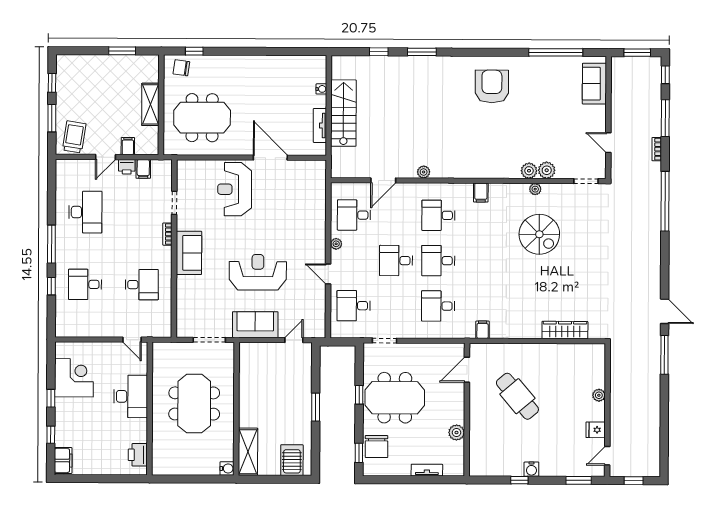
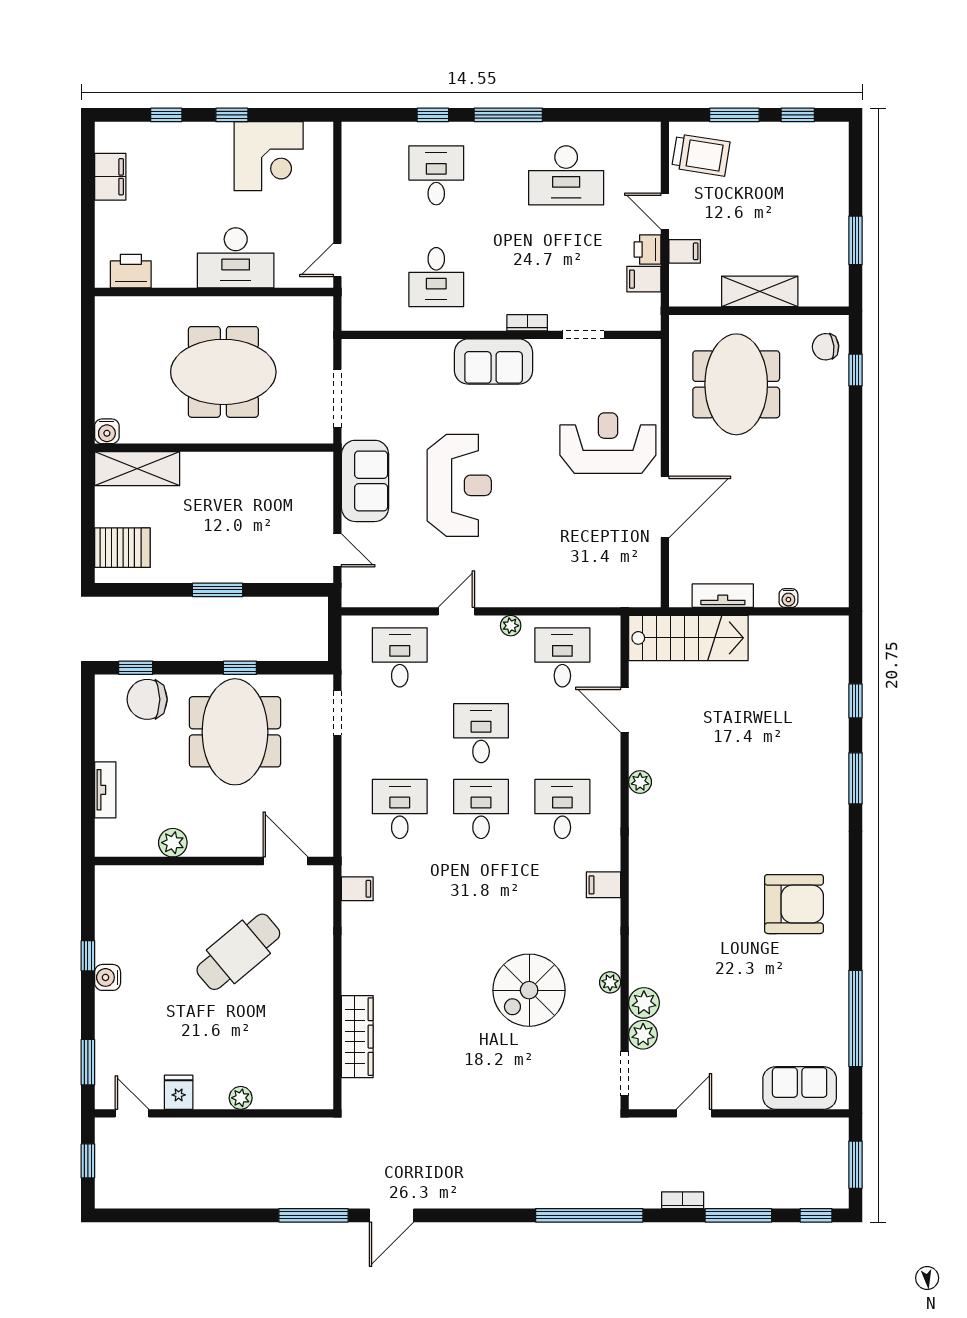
chair: (181, 68) -> (826, 347), turned -104
stairs: (343, 113) -> (688, 638), moved
plant: (529, 171) -> (643, 1035), moved
filing cabinet: (63, 460) -> (110, 177), moved, turned -90

